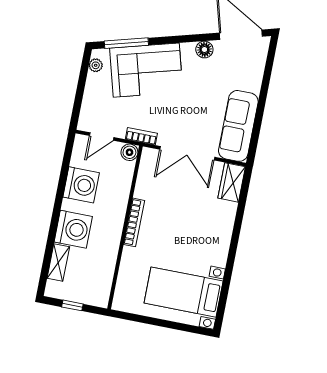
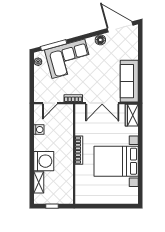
boiler: (129, 152) -> (68, 109), removed
washing machine: (81, 185) -> (39, 130), width x0.53, depth x0.53
bed with nightstands: (184, 292) -> (116, 161), moved, width x1.36

